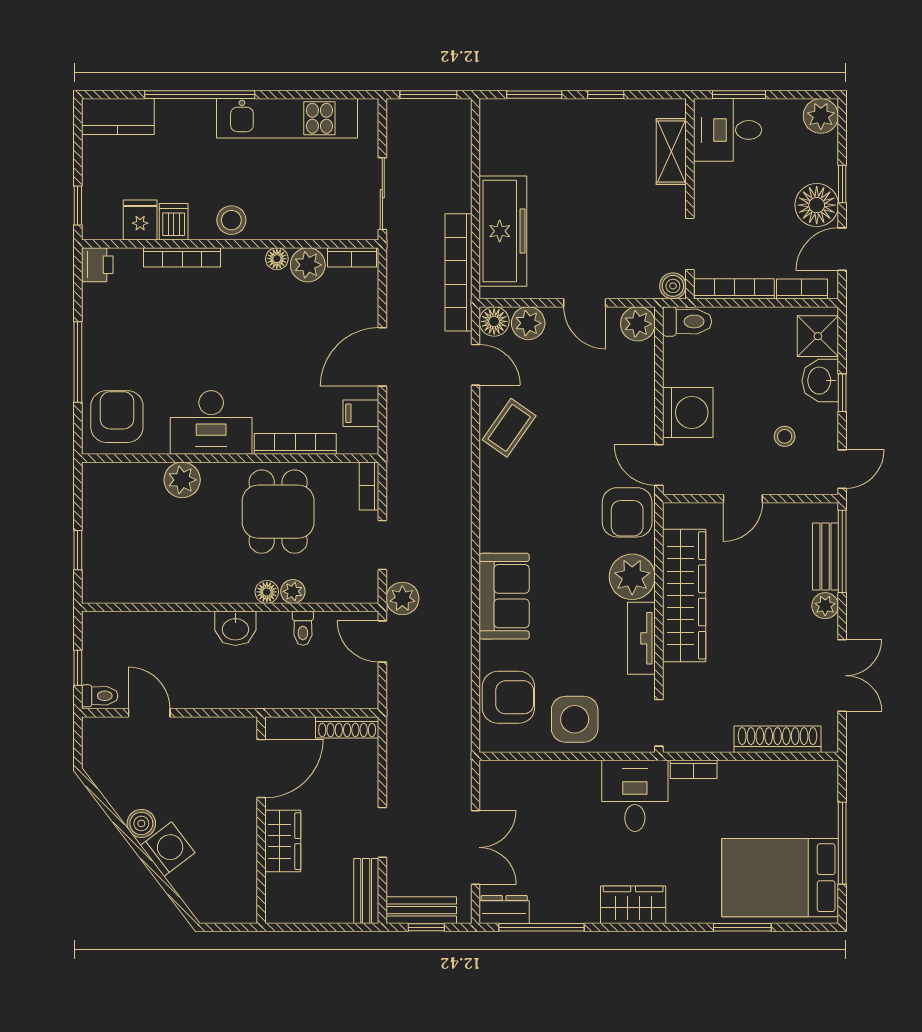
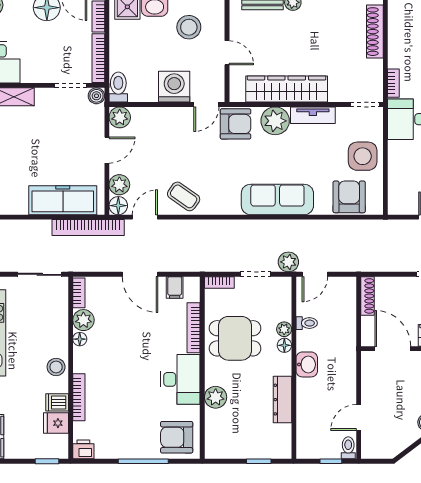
stool: (785, 436) -> (189, 27), width x1.89, depth x1.89
dresser: (178, 589) -> (282, 400), added
sofa: (504, 596) -> (277, 199), width x1.36

